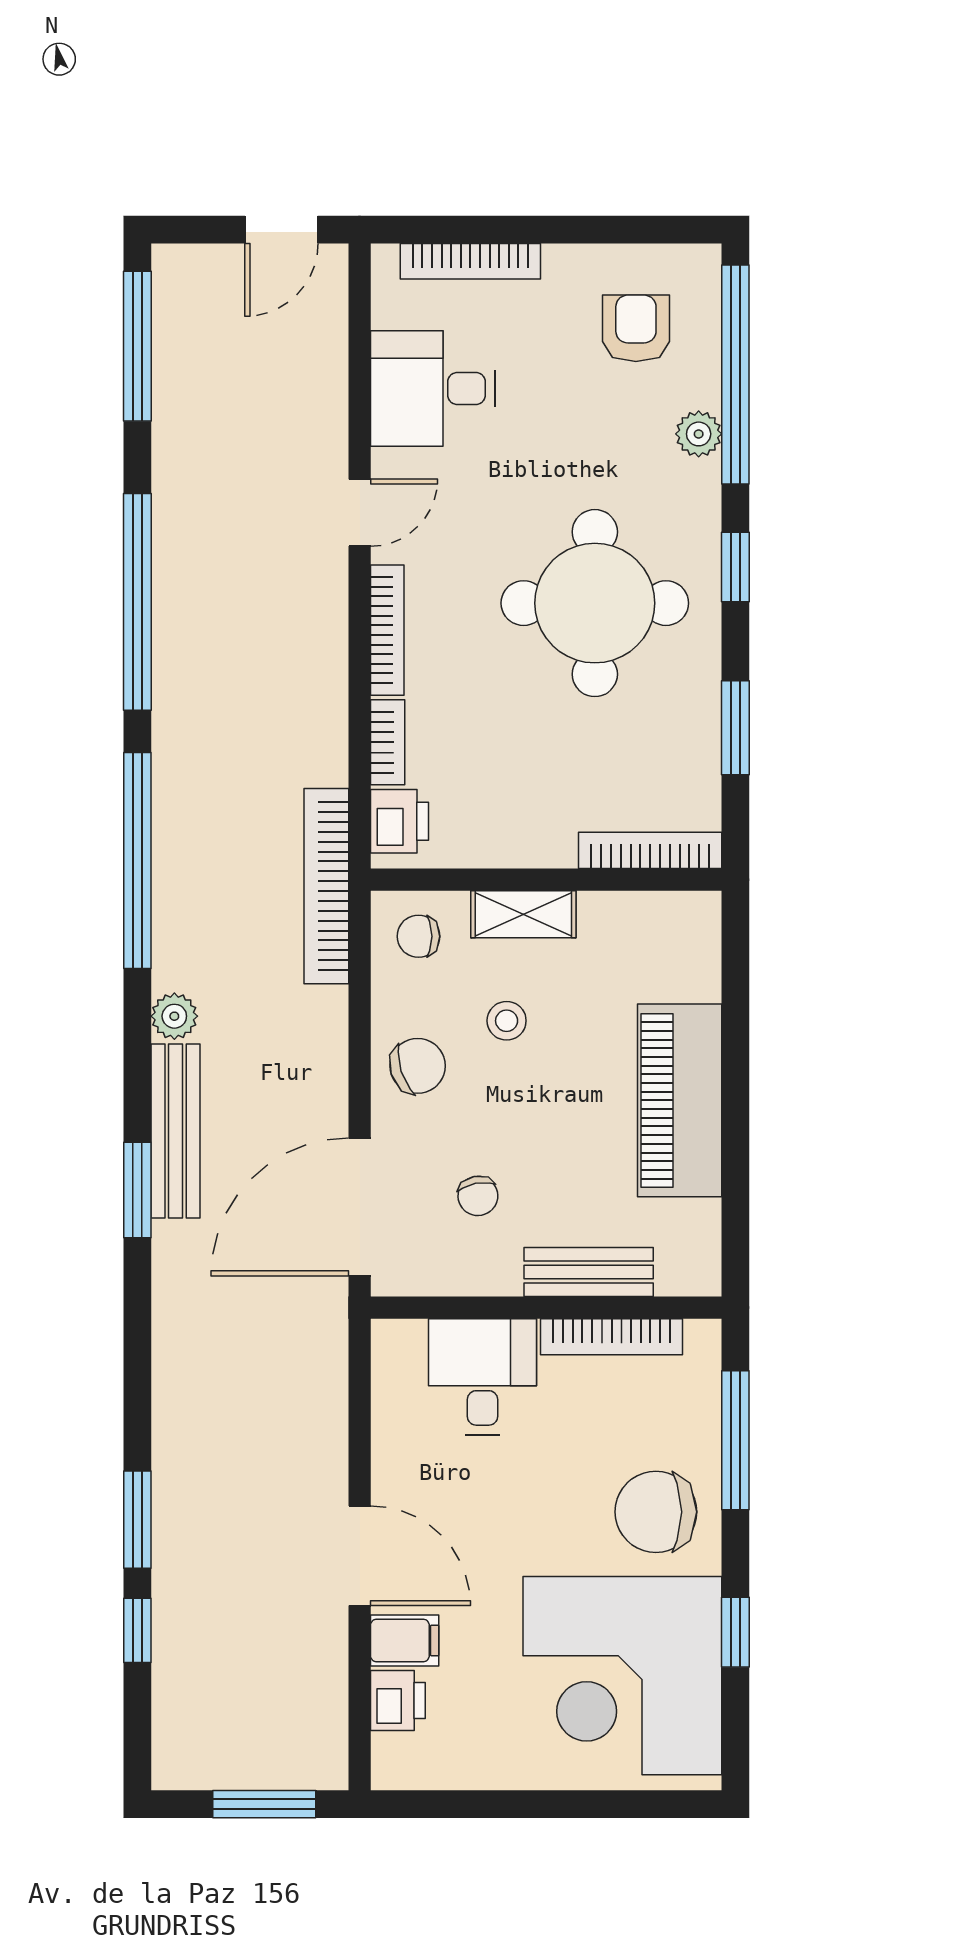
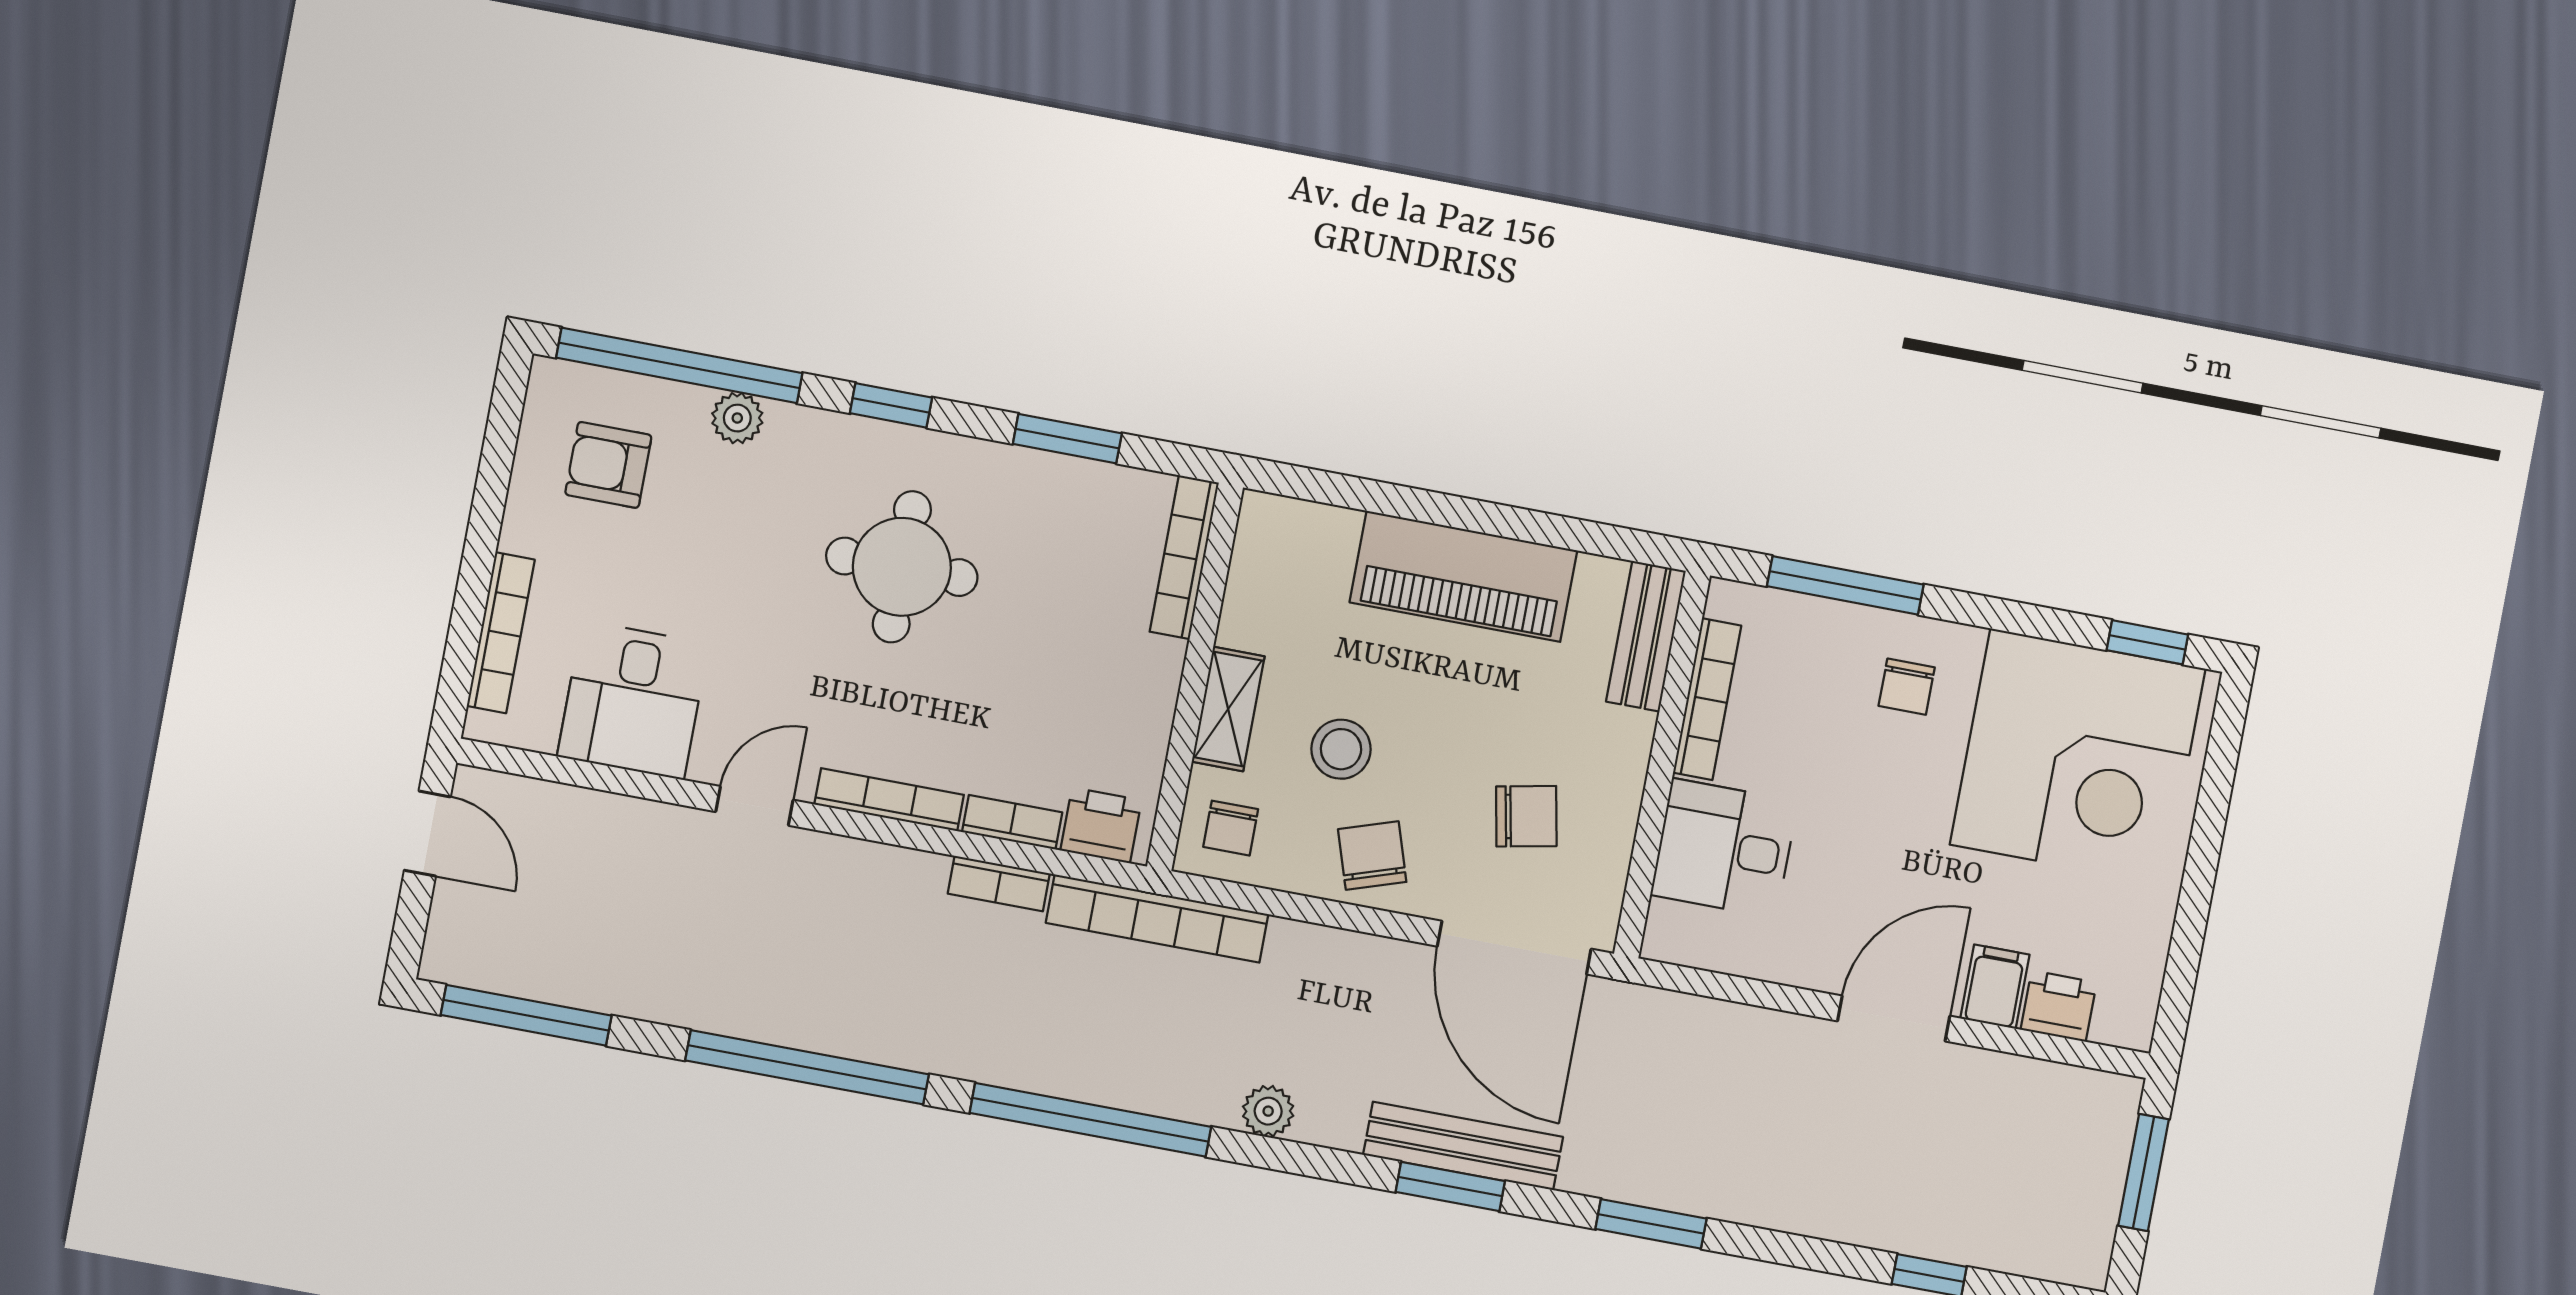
door: (360, 513) -> (754, 806), hinge flipped
round table: (595, 603) -> (902, 567), width x0.73, depth x0.73
bookcase: (331, 741) -> (999, 884), added
stool: (507, 1021) -> (1341, 749), width x1.37, depth x1.37
bench: (176, 1131) -> (1463, 1146), moved
chair: (478, 1196) -> (1526, 816), width x1.37, depth x1.37
bench: (589, 1272) -> (1646, 636), moved
chair: (656, 1512) -> (1907, 687), width x0.54, depth x0.54
window: (137, 1520) -> (1651, 1224), moved
window: (735, 1632) -> (2147, 642), moved

